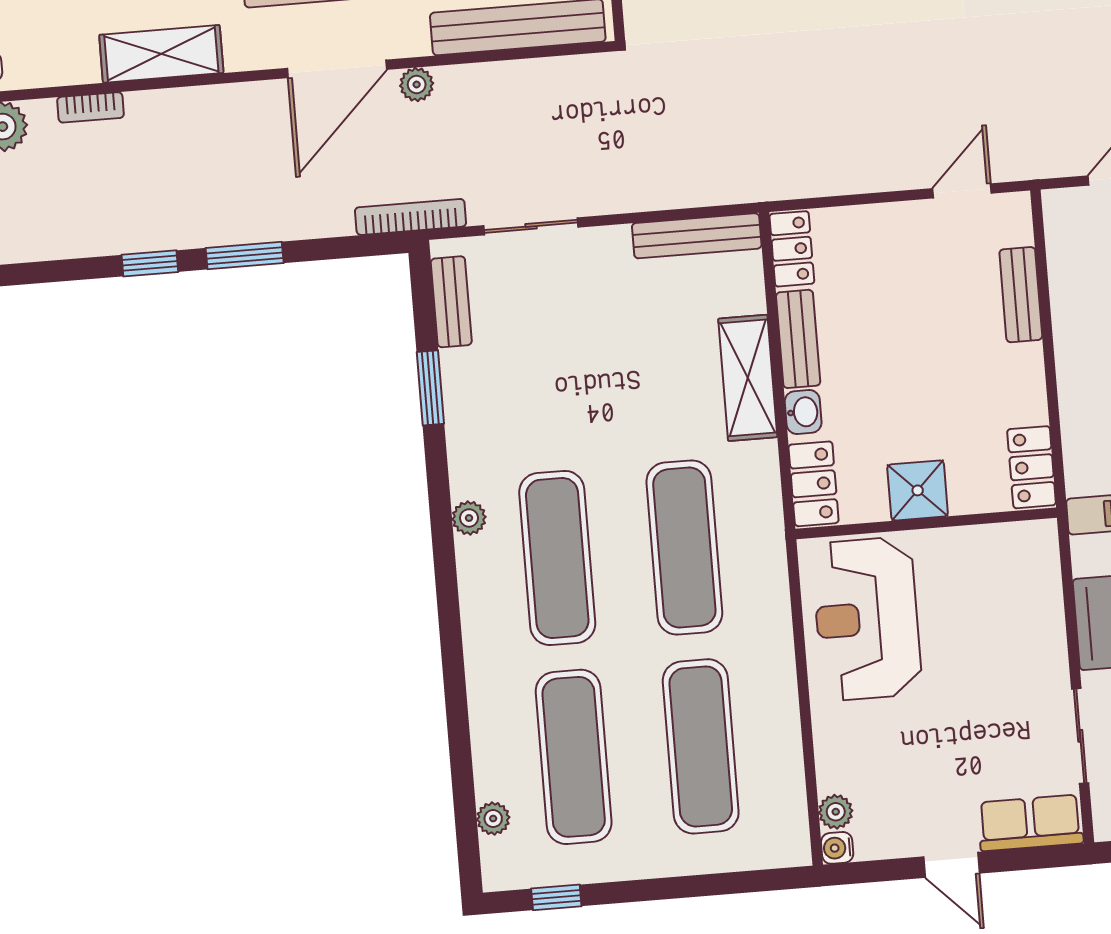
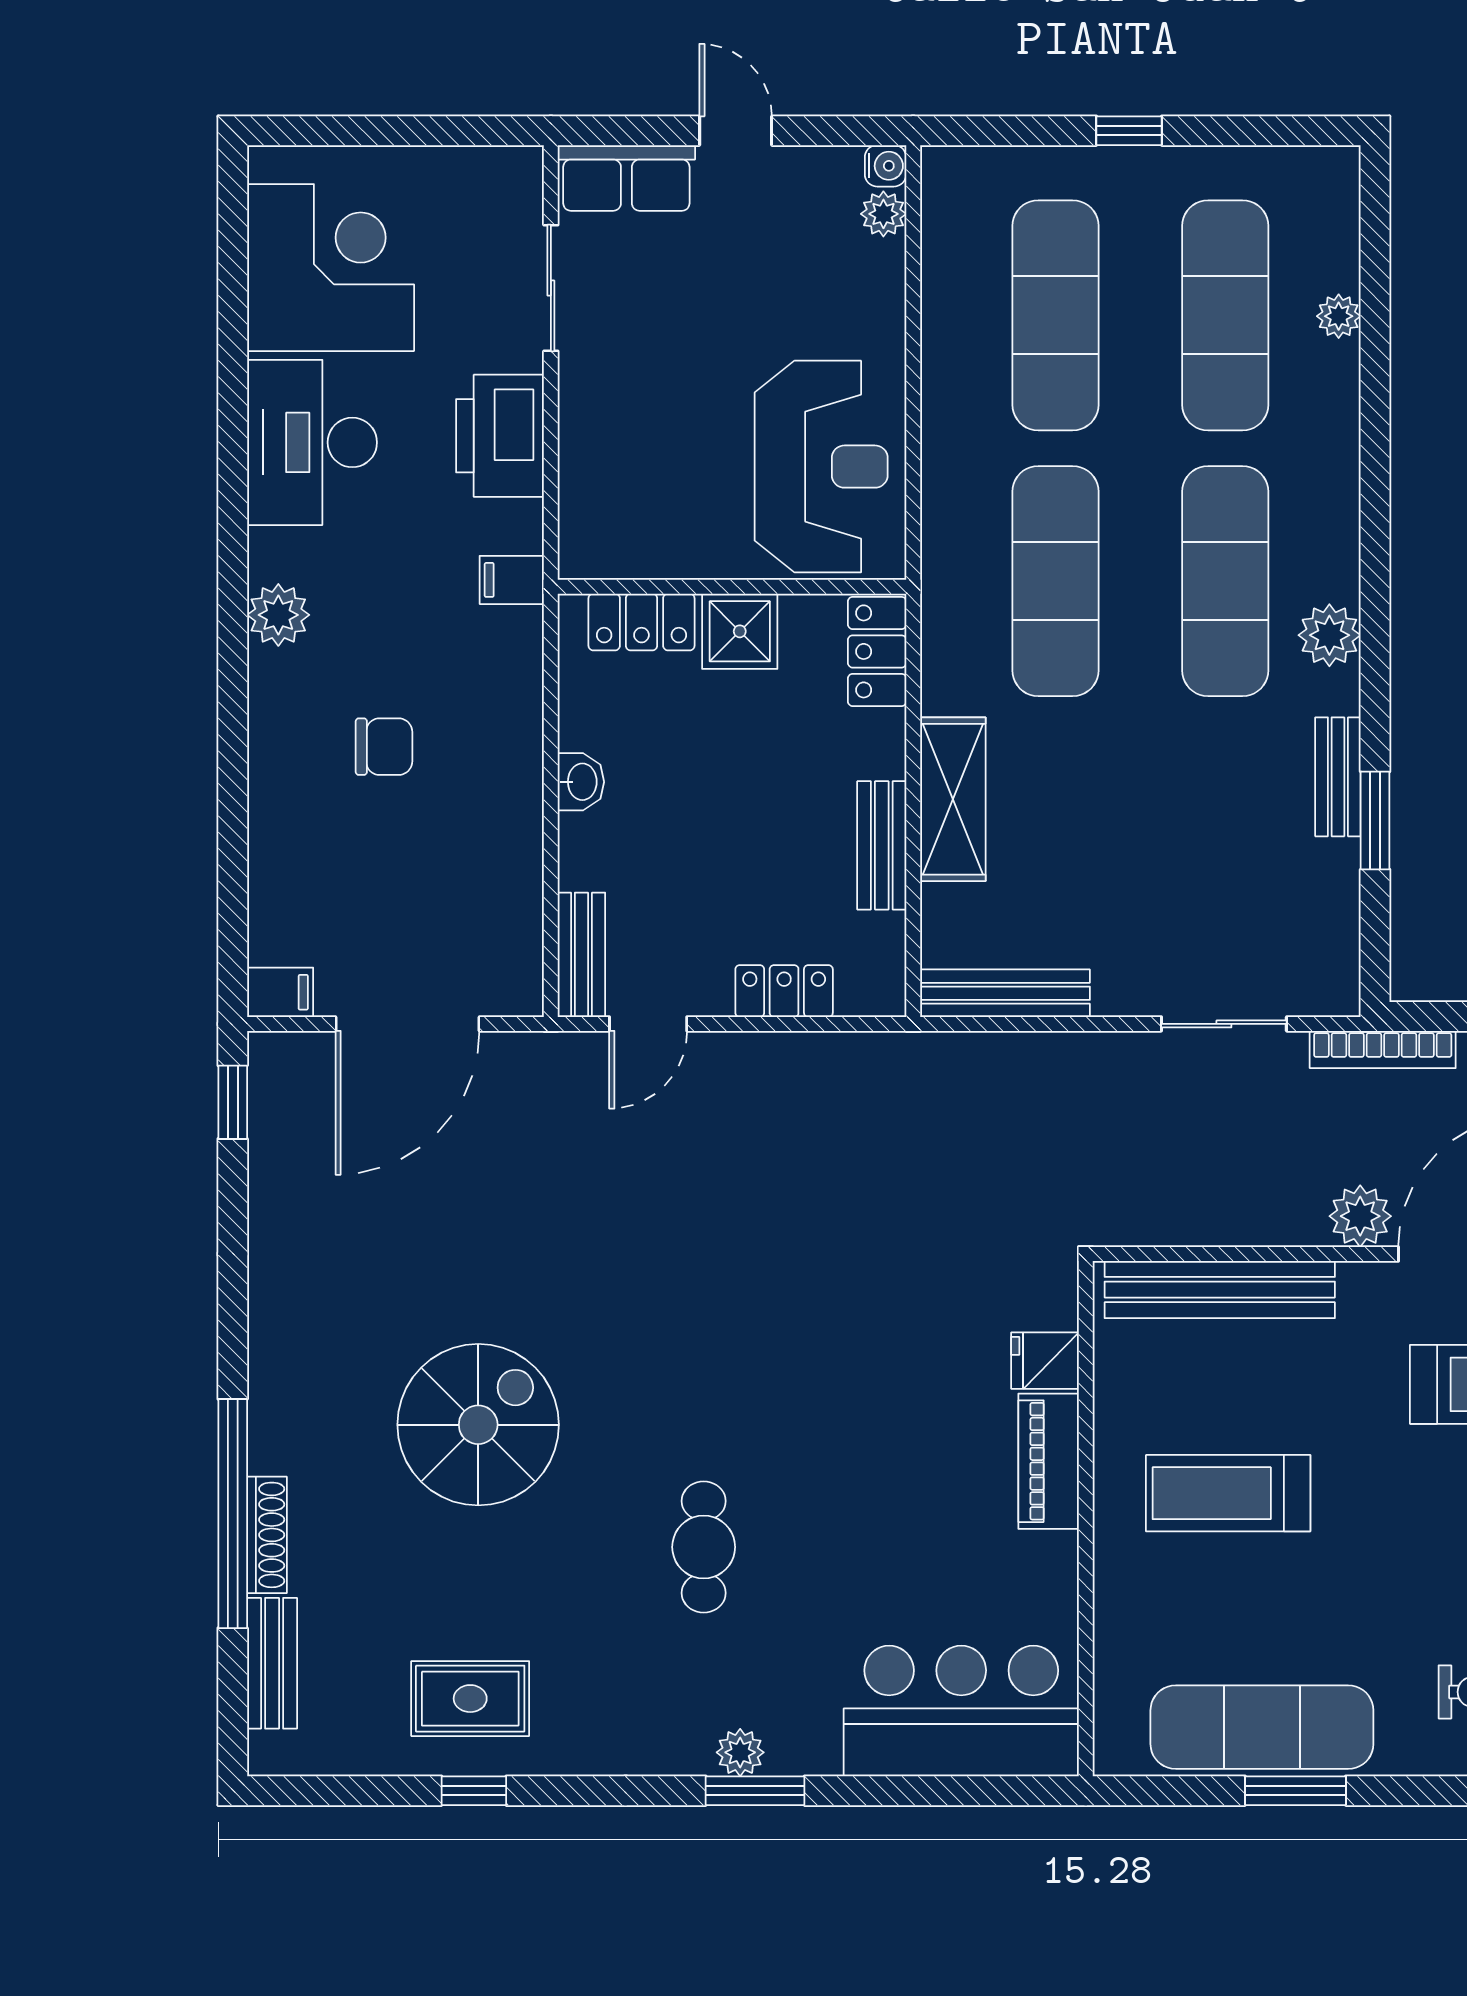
plant: (417, 85) -> (1360, 1216), width x1.38, depth x1.38
locker: (792, 249) -> (784, 991), moved, turned 90
bench: (1021, 295) -> (581, 955), moved
bench: (451, 302) -> (1338, 777), moved
washbasin: (803, 412) -> (581, 782), moved, turned 180
locker: (1032, 467) -> (641, 622), moved, turned 90
plant: (469, 518) -> (1329, 635), width x1.38, depth x1.38
plant: (493, 819) -> (1339, 316), moved
window: (556, 897) -> (1129, 131), moved

